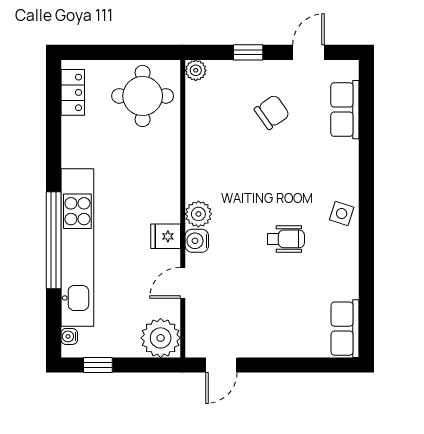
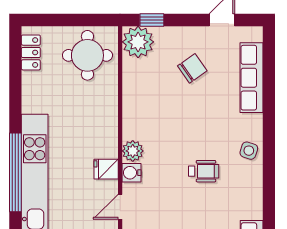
window: (248, 52) -> (152, 20), moved
plant: (196, 70) -> (138, 42), width x1.88, depth x1.88
row of seats: (345, 110) -> (251, 78), width x1.48

